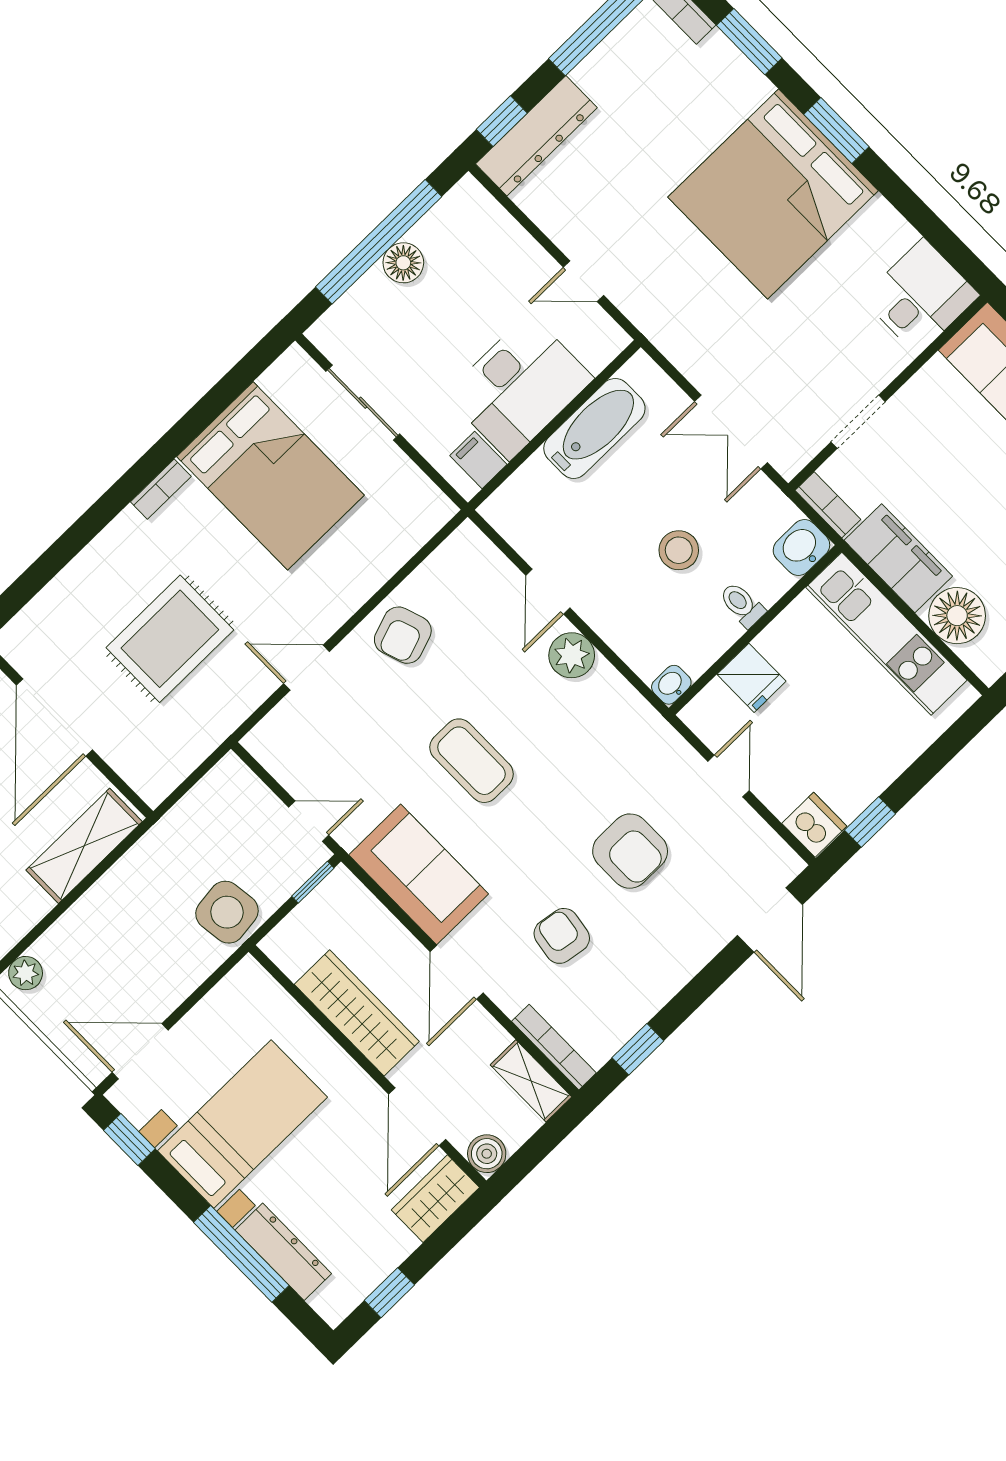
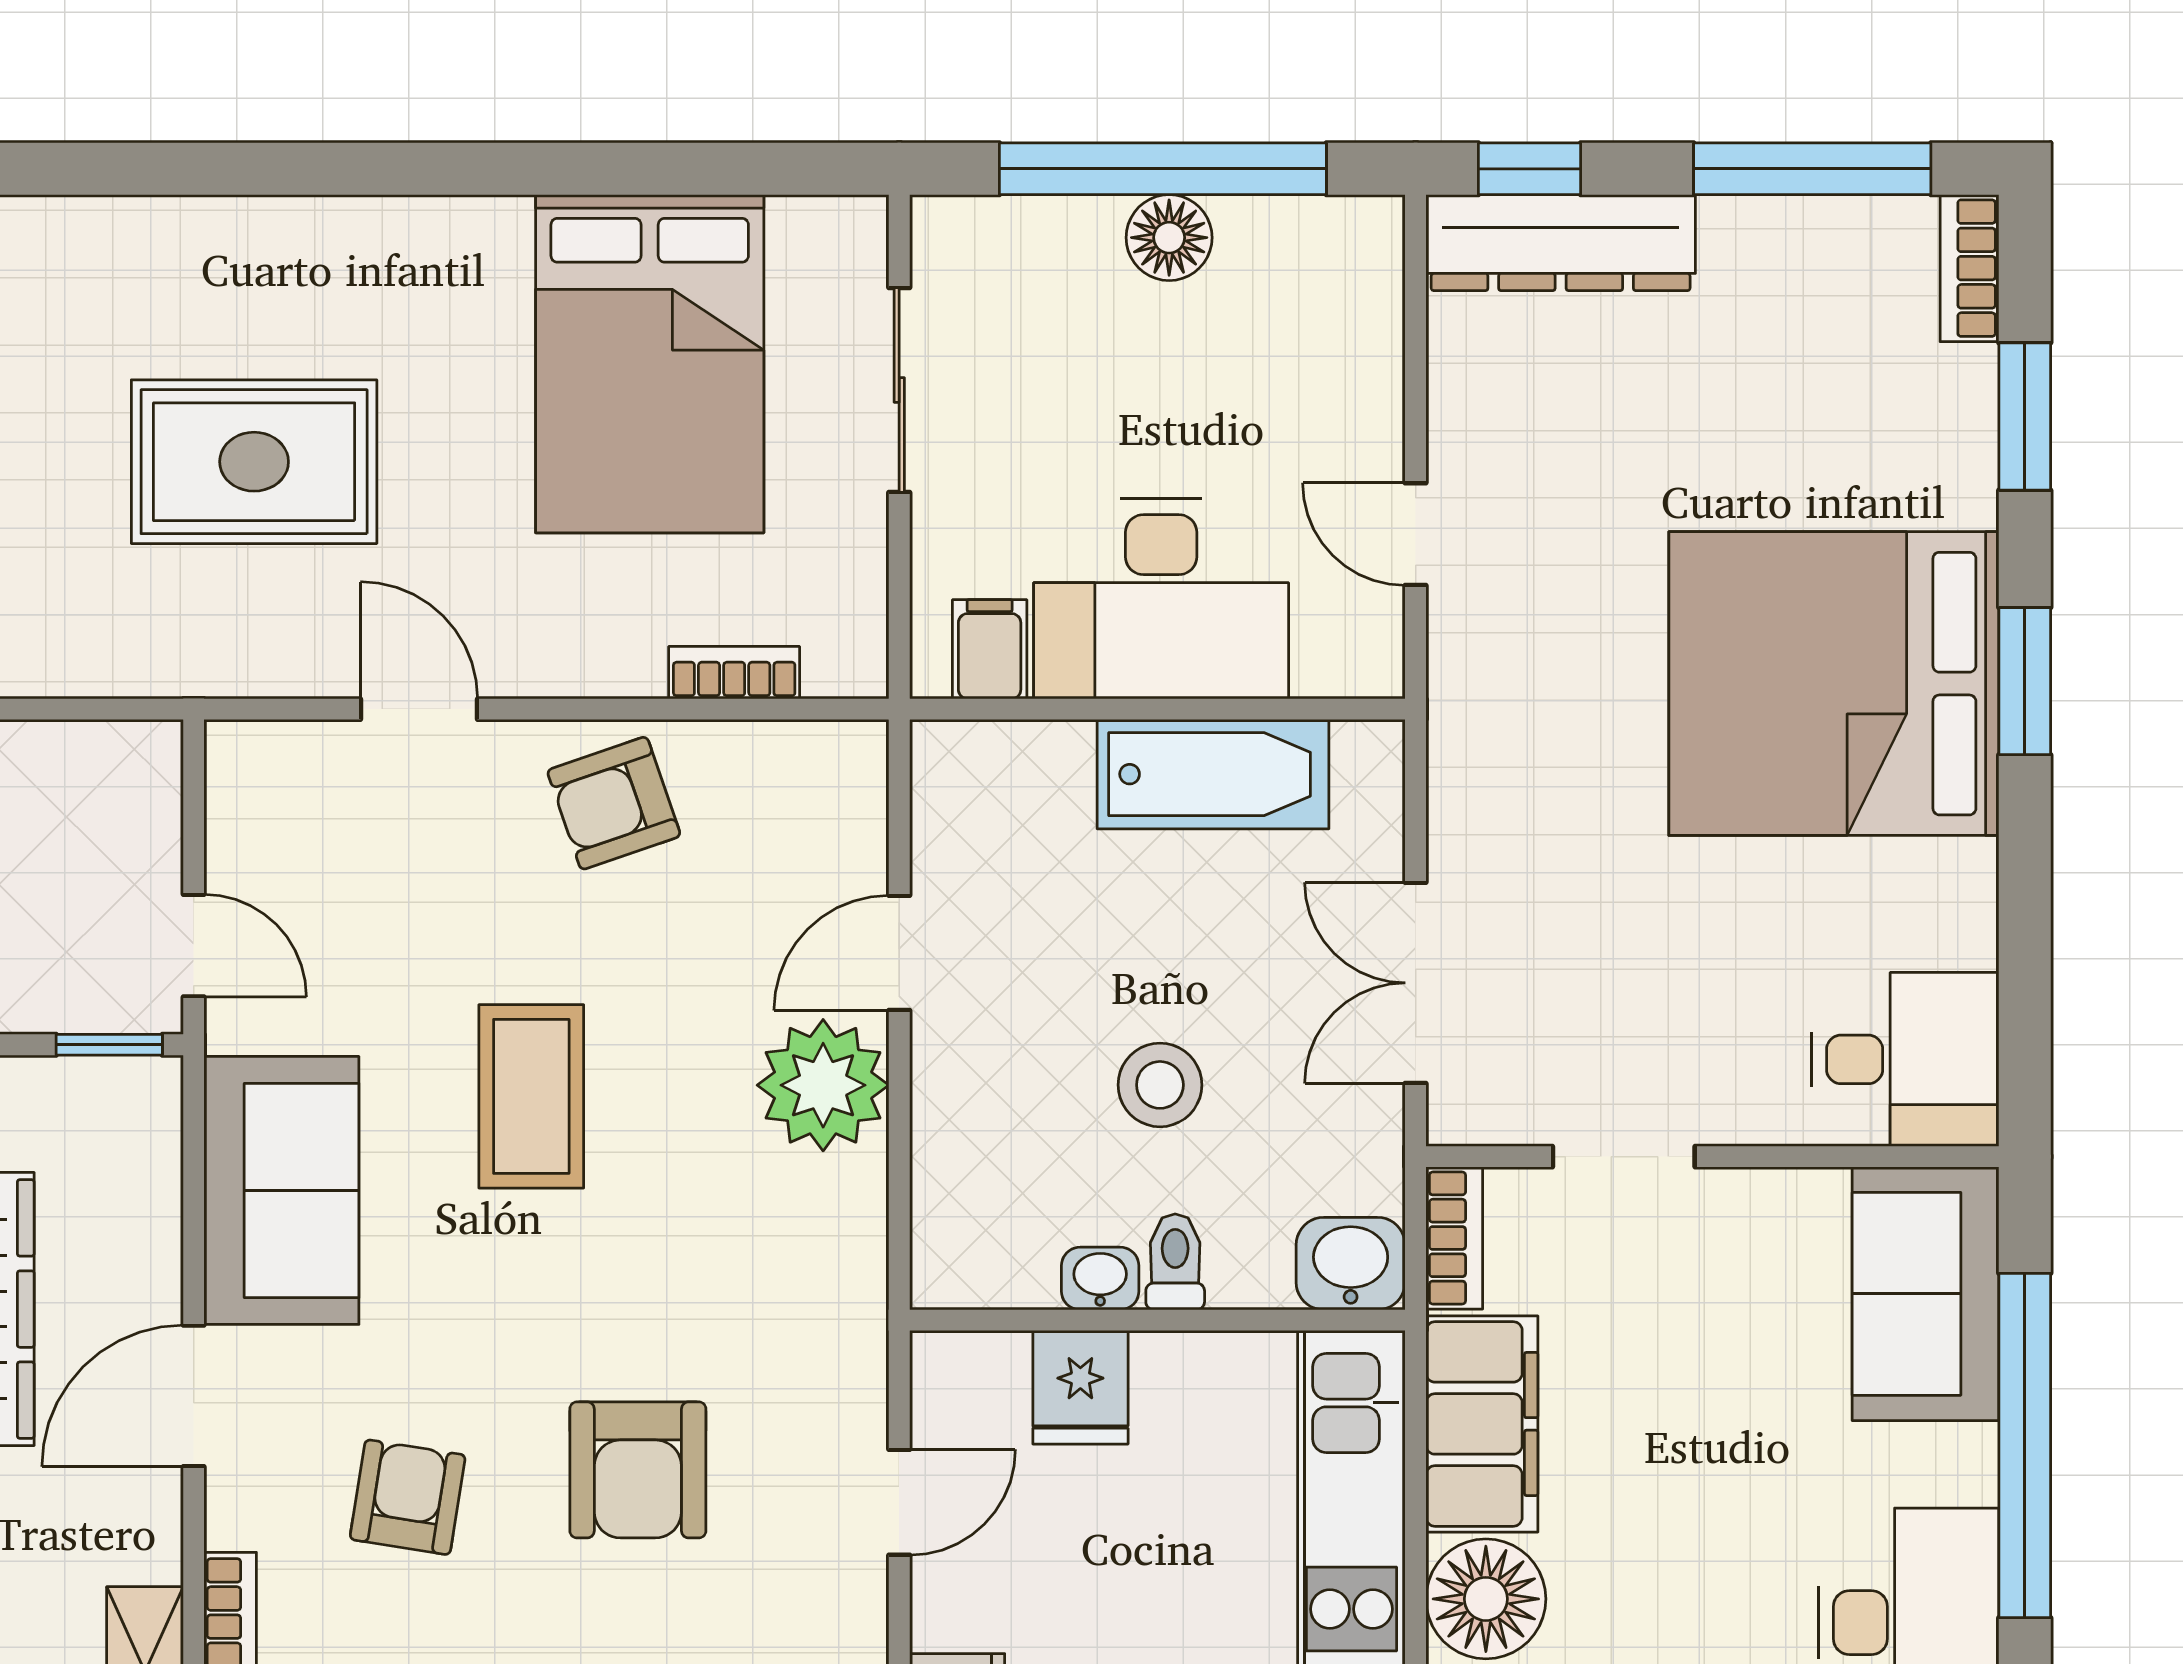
bookcase: (161, 489) -> (734, 673), moved, turned 180
plant: (572, 655) -> (823, 1085), width x1.36, depth x1.36
washbasin: (671, 685) -> (1100, 1278), moved

